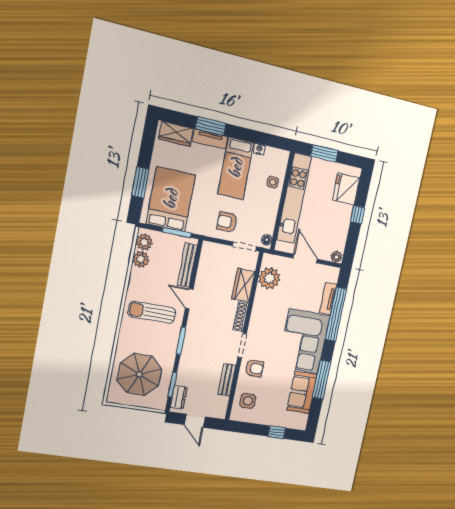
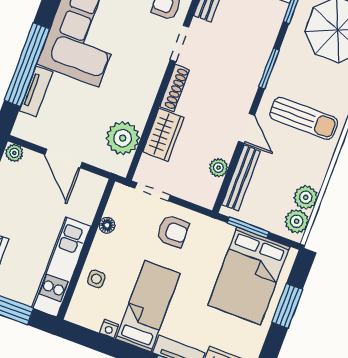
kitchen unit: (294, 198) -> (61, 267), width x0.73
floor lamp: (267, 240) -> (107, 225), moved
plant: (204, 270) -> (218, 168), added

